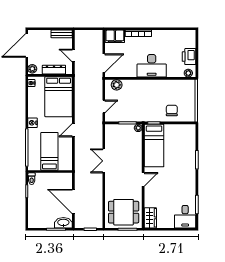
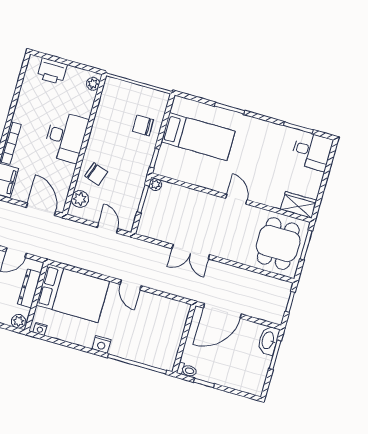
printer: (189, 57) -> (52, 71), moved
chair: (134, 90) -> (96, 174), added
bed: (154, 146) -> (198, 137), moved
bed: (49, 151) -> (153, 331), removed
door: (73, 201) -> (222, 311), moved

